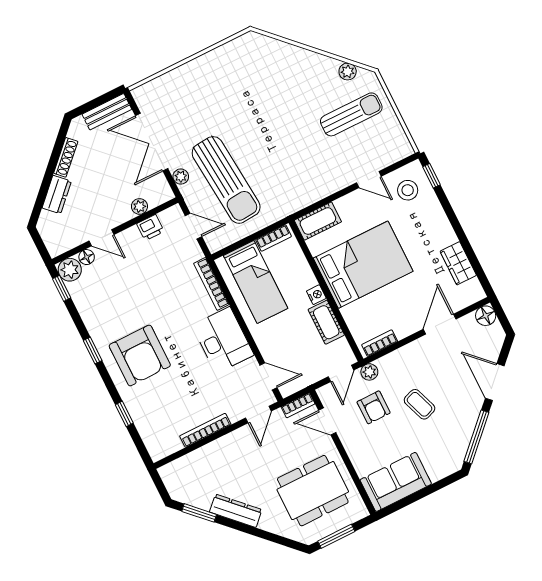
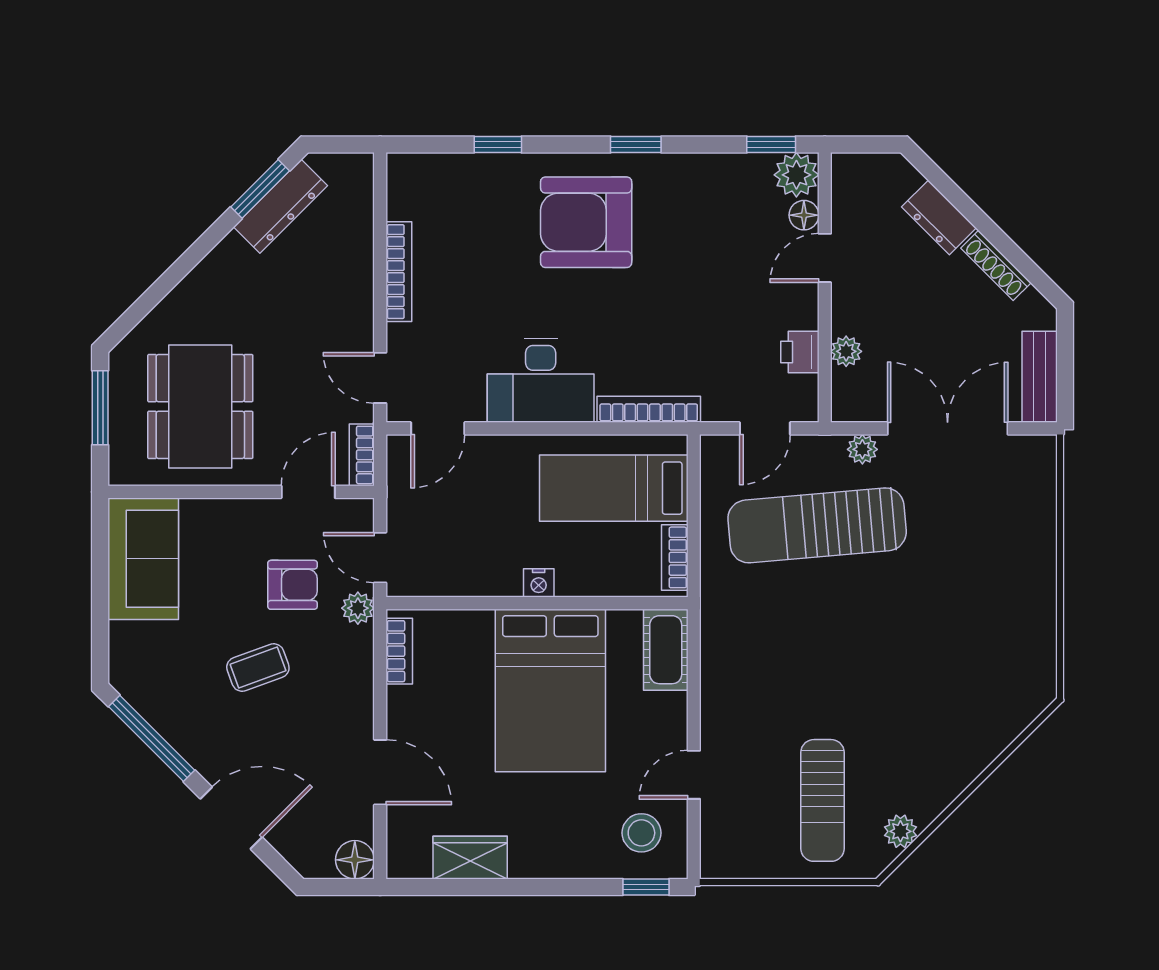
cot: (326, 322) -> (482, 576), removed
armchair: (374, 407) -> (293, 585), turned 180
dresser: (236, 511) -> (280, 206), moved

